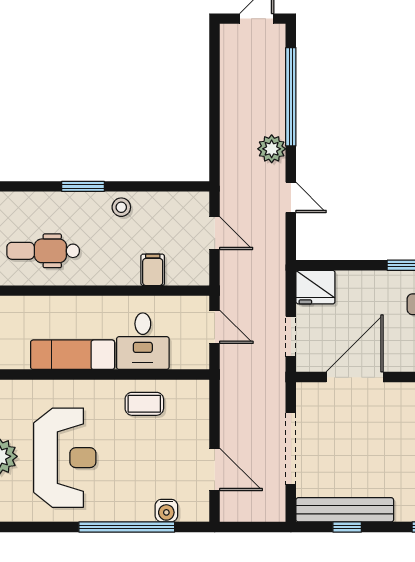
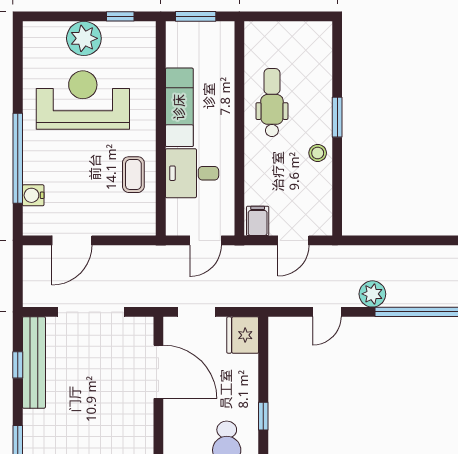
dental chair: (43, 251) -> (272, 103), moved
filing cabinet: (153, 270) -> (258, 221), moved, turned -90
reception desk: (65, 458) -> (83, 100), turned 180

